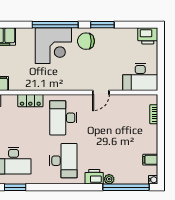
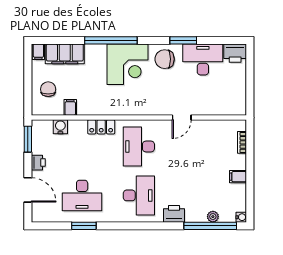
window: (55, 25) -> (111, 40), moved
desk: (140, 77) -> (203, 59), moved, turned 180
filing cabinet: (150, 160) -> (238, 177), moved
plant: (109, 179) -> (213, 217), moved

